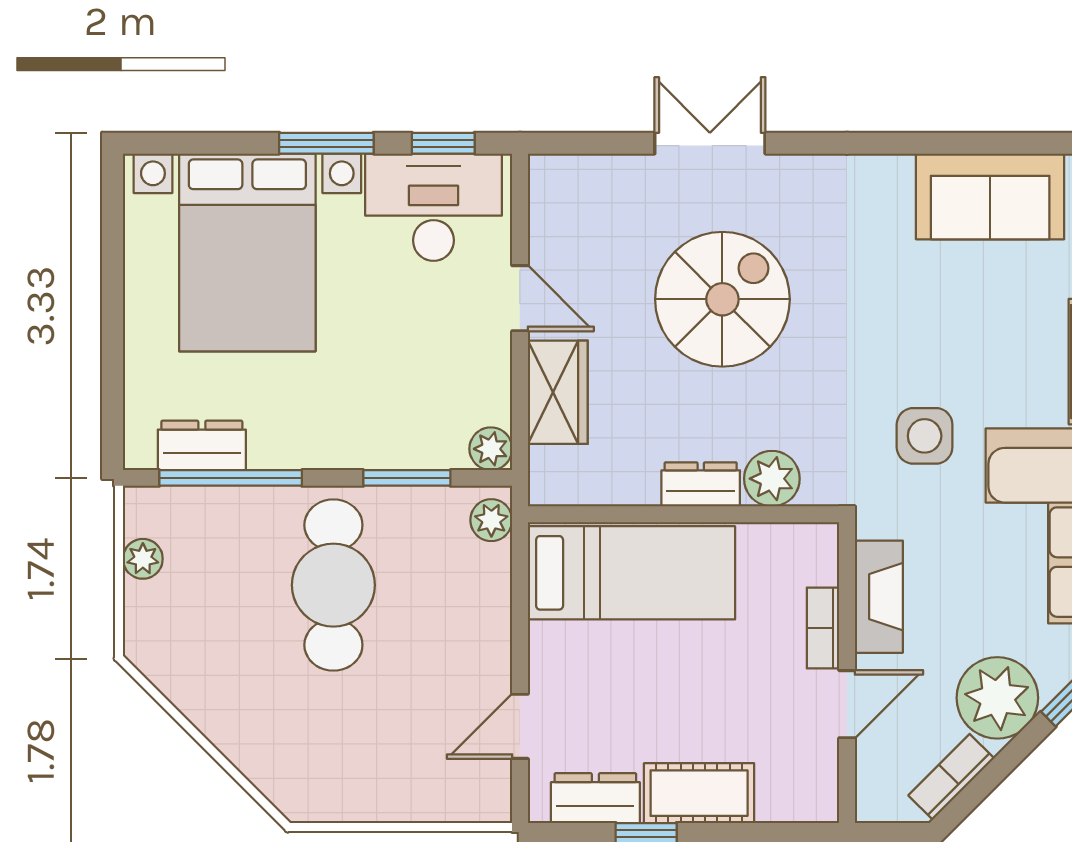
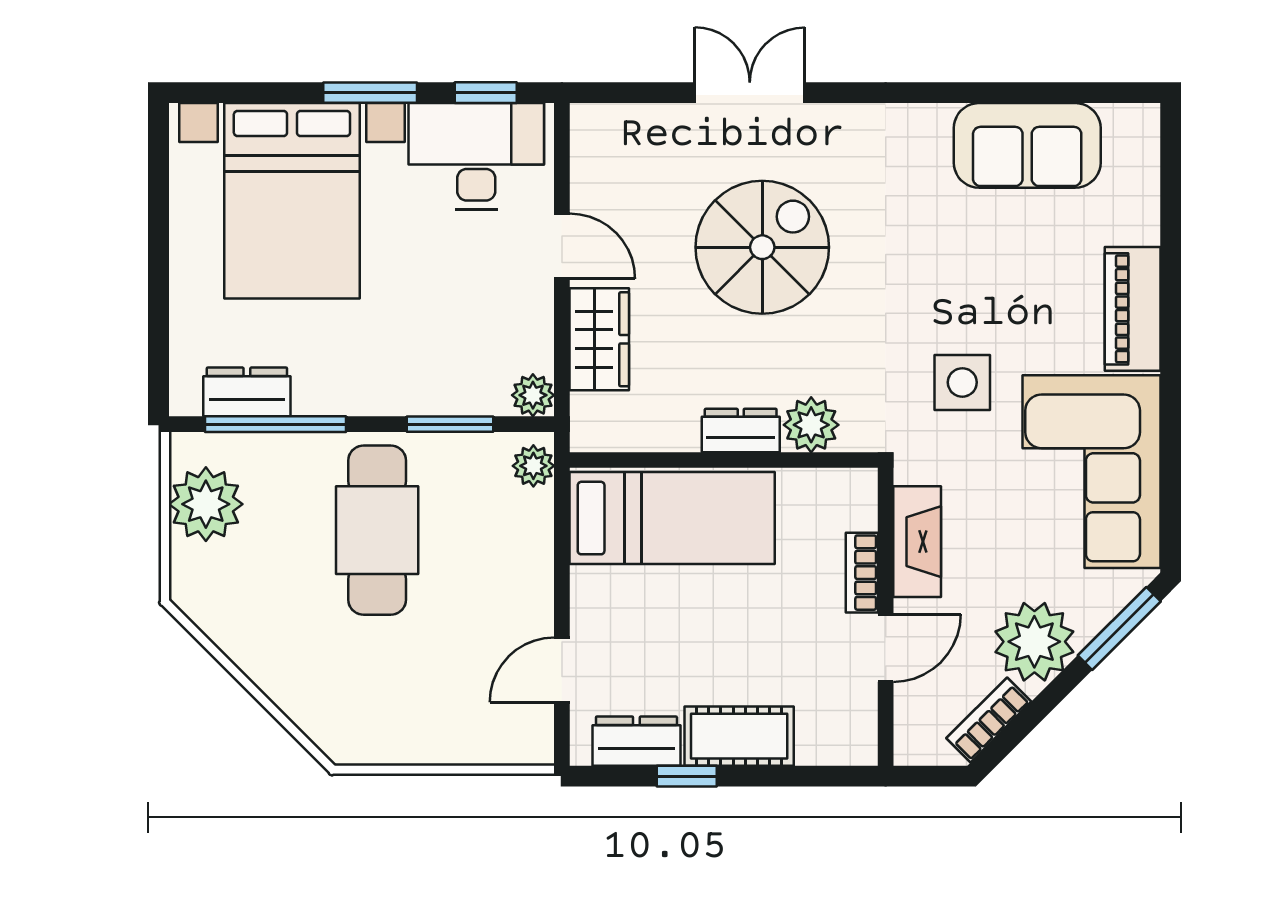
plant: (143, 559) -> (206, 504), width x1.88, depth x1.88

